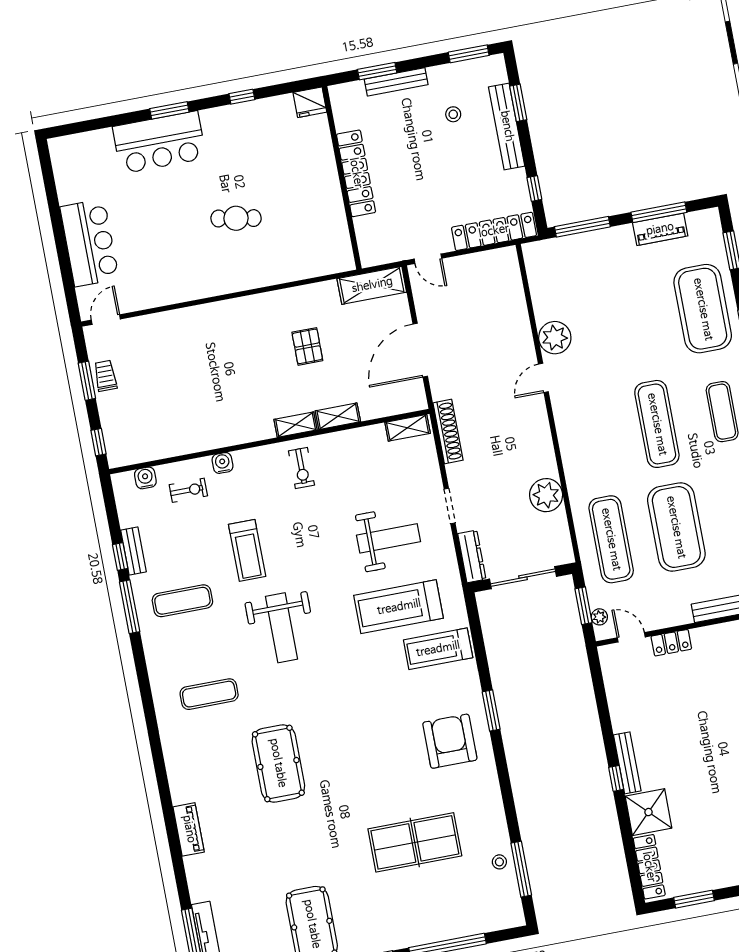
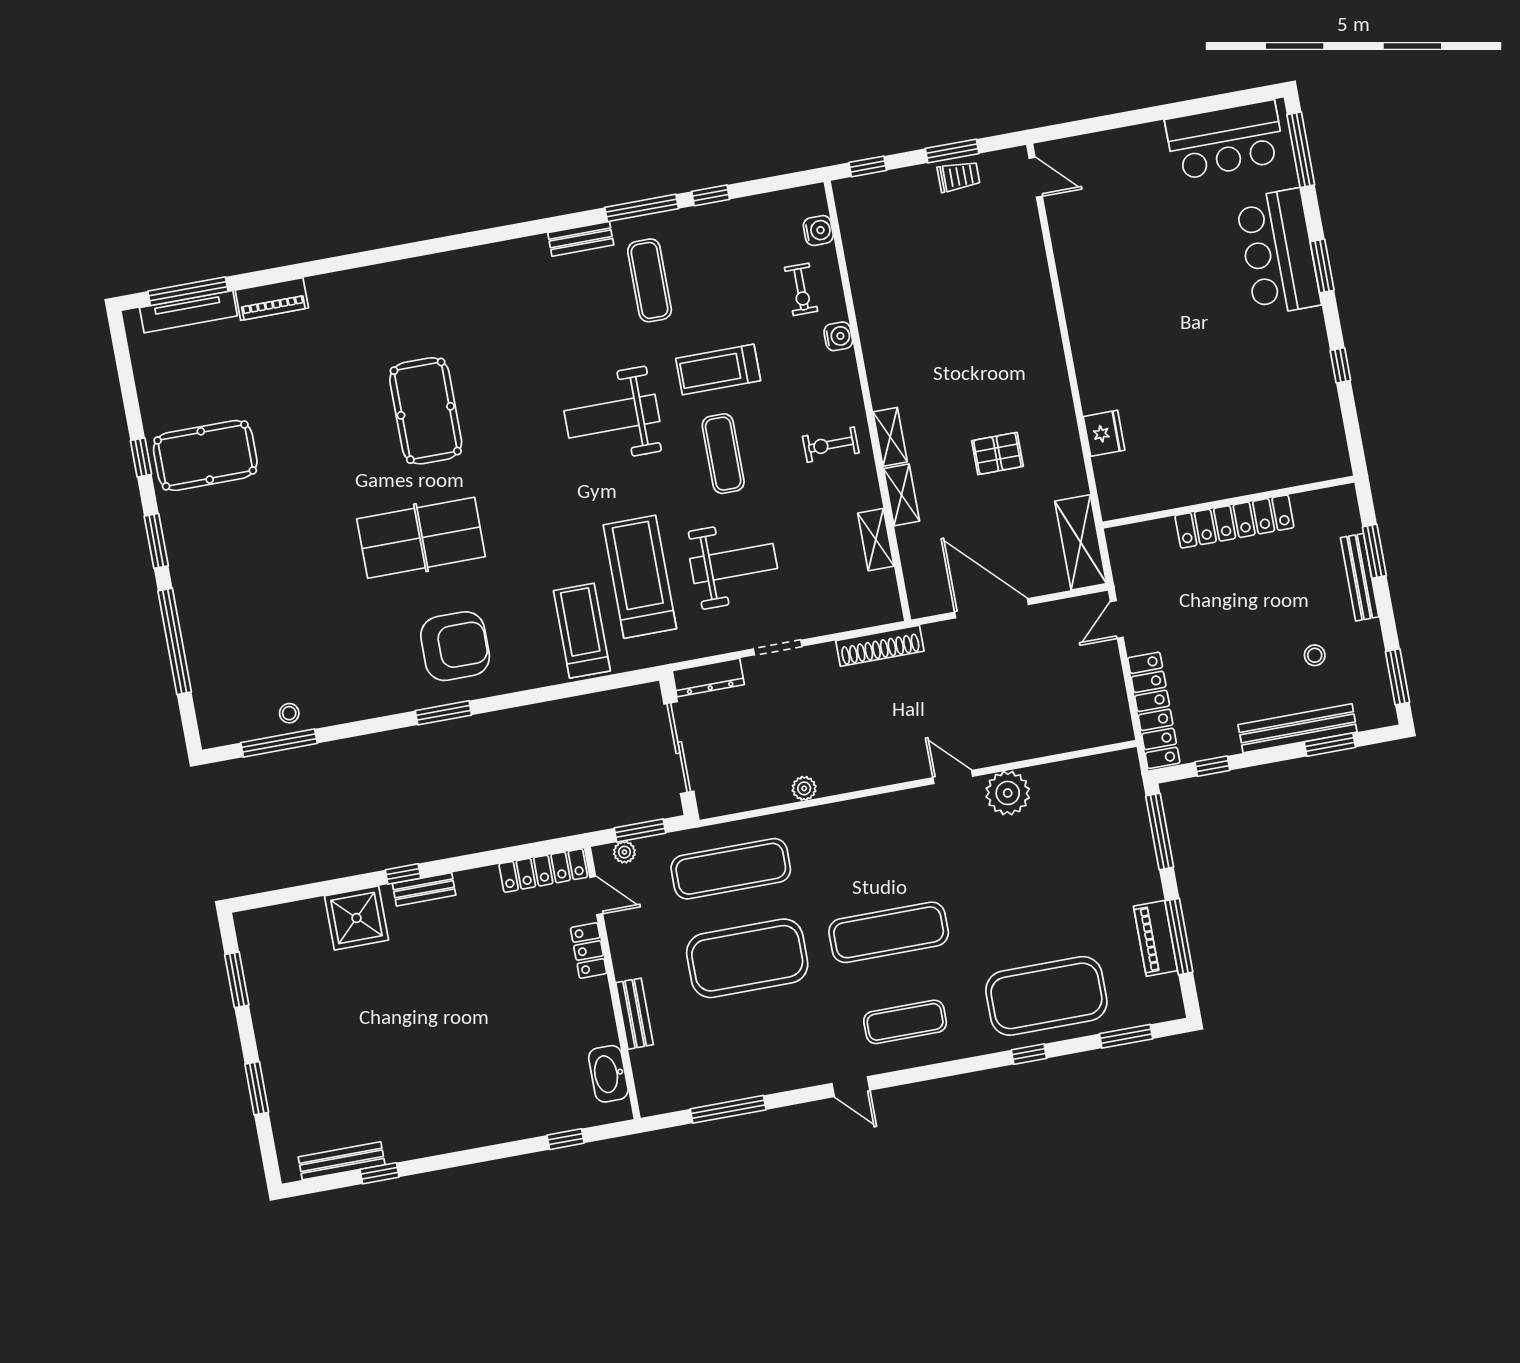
fridge: (310, 102) -> (1104, 433), moved, turned 180
window: (85, 126) -> (1301, 150), added
cafe table: (236, 218) -> (1174, 357), removed
bar counter: (89, 243) -> (1225, 140), moved
shelving: (408, 428) -> (876, 540), moved
plant: (546, 495) -> (804, 788), width x0.53, depth x0.53
weight bench: (389, 538) -> (734, 563), turned -90
bench: (133, 551) -> (581, 239), moved
door: (631, 637) -> (596, 896), hinge flipped
exercise mat: (209, 694) -> (723, 454), moved
window: (491, 710) -> (443, 713), moved
pool table: (278, 763) -> (426, 411), turned 90
bench: (627, 763) -> (424, 889), width x0.73
piano: (189, 829) -> (272, 299), moved
table tennis table: (415, 842) -> (421, 538), moved, turned 90
locker: (649, 867) -> (543, 871), moved

